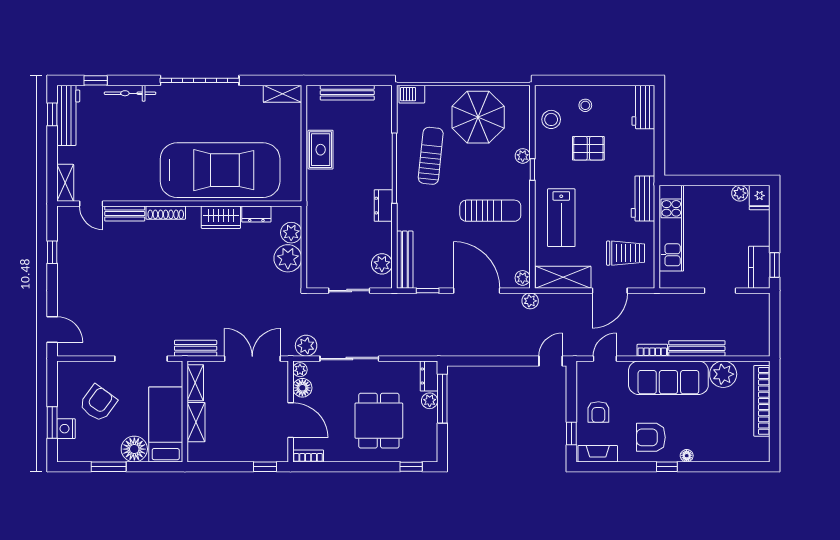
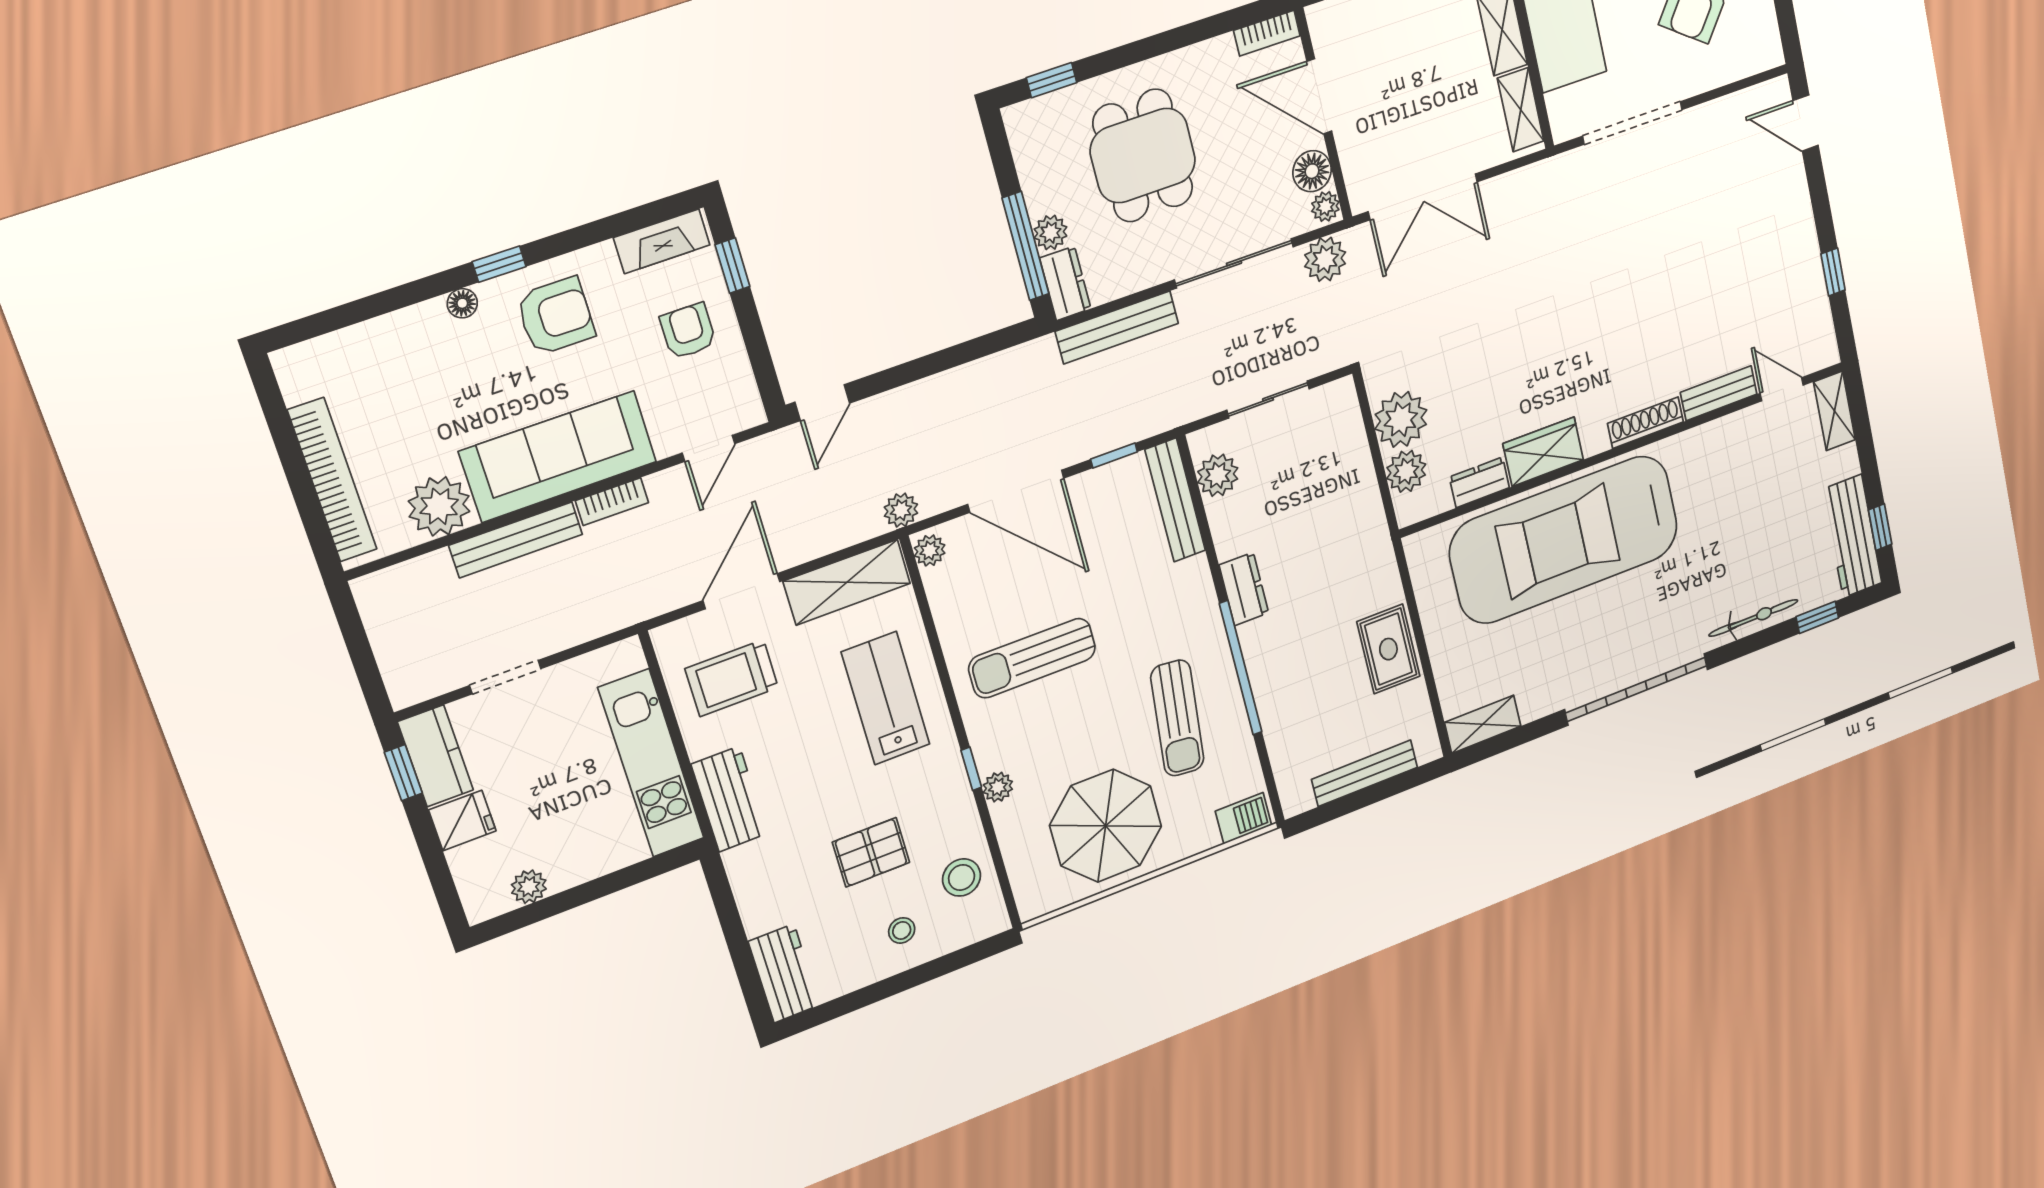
fridge: (760, 197) -> (462, 820), moved, turned 90
bench: (196, 348) -> (1117, 327), moved, width x1.36

